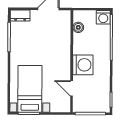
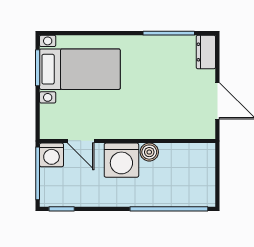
washing machine: (103, 17) -> (51, 155), moved, turned -90
boiler: (78, 27) -> (149, 152), moved
door: (72, 88) -> (81, 141), swing flipped

